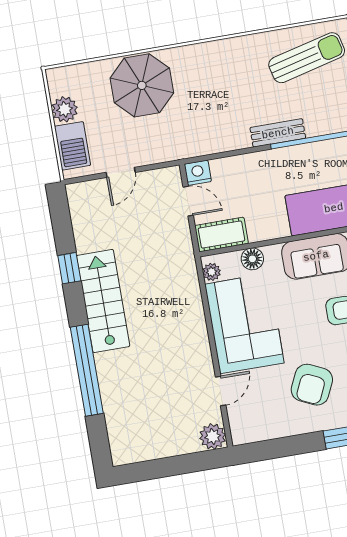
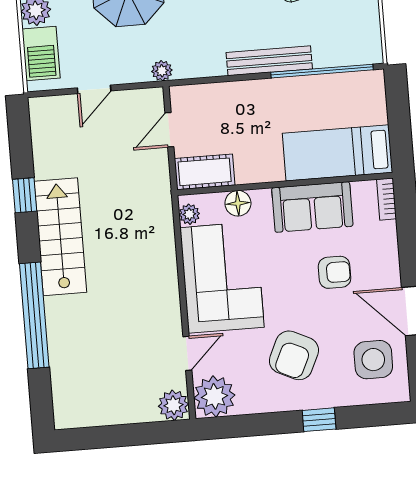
bench: (278, 133) -> (269, 61), width x1.36
plant: (177, 151) -> (162, 71), added
nightstand: (198, 173) -> (184, 98), removed
door: (188, 201) -> (169, 130), swing flipped
plant: (247, 426) -> (214, 396), added

